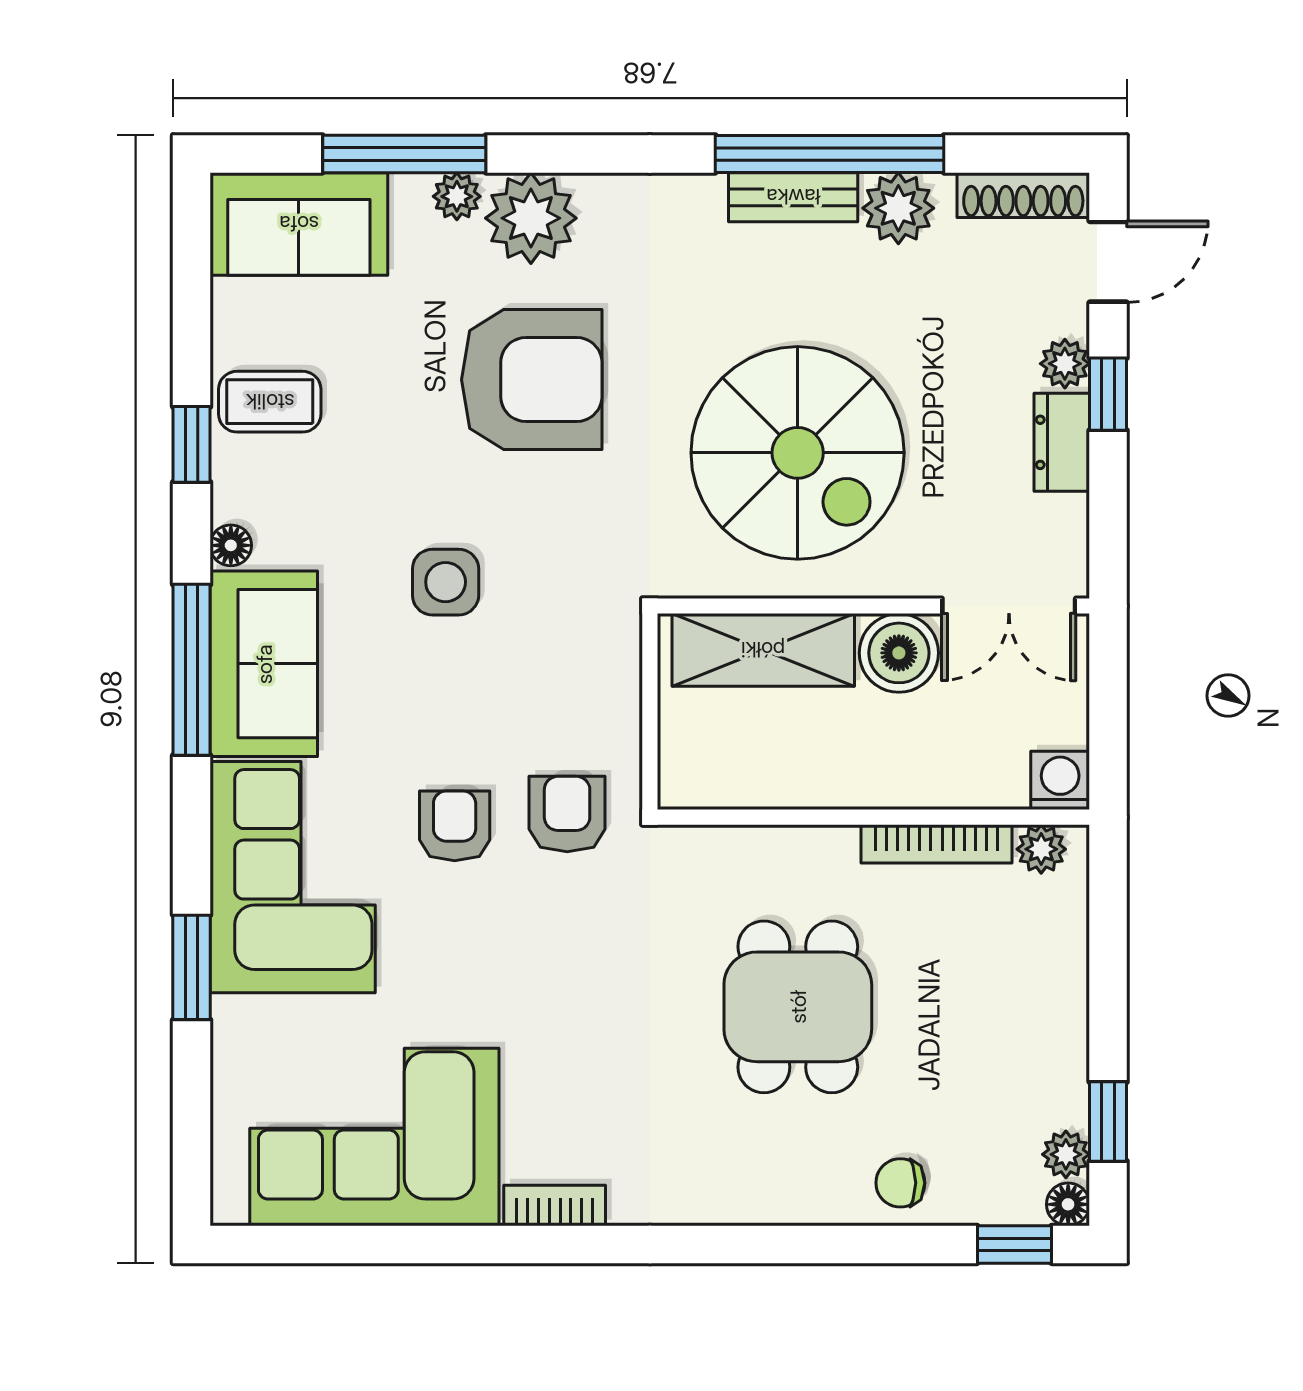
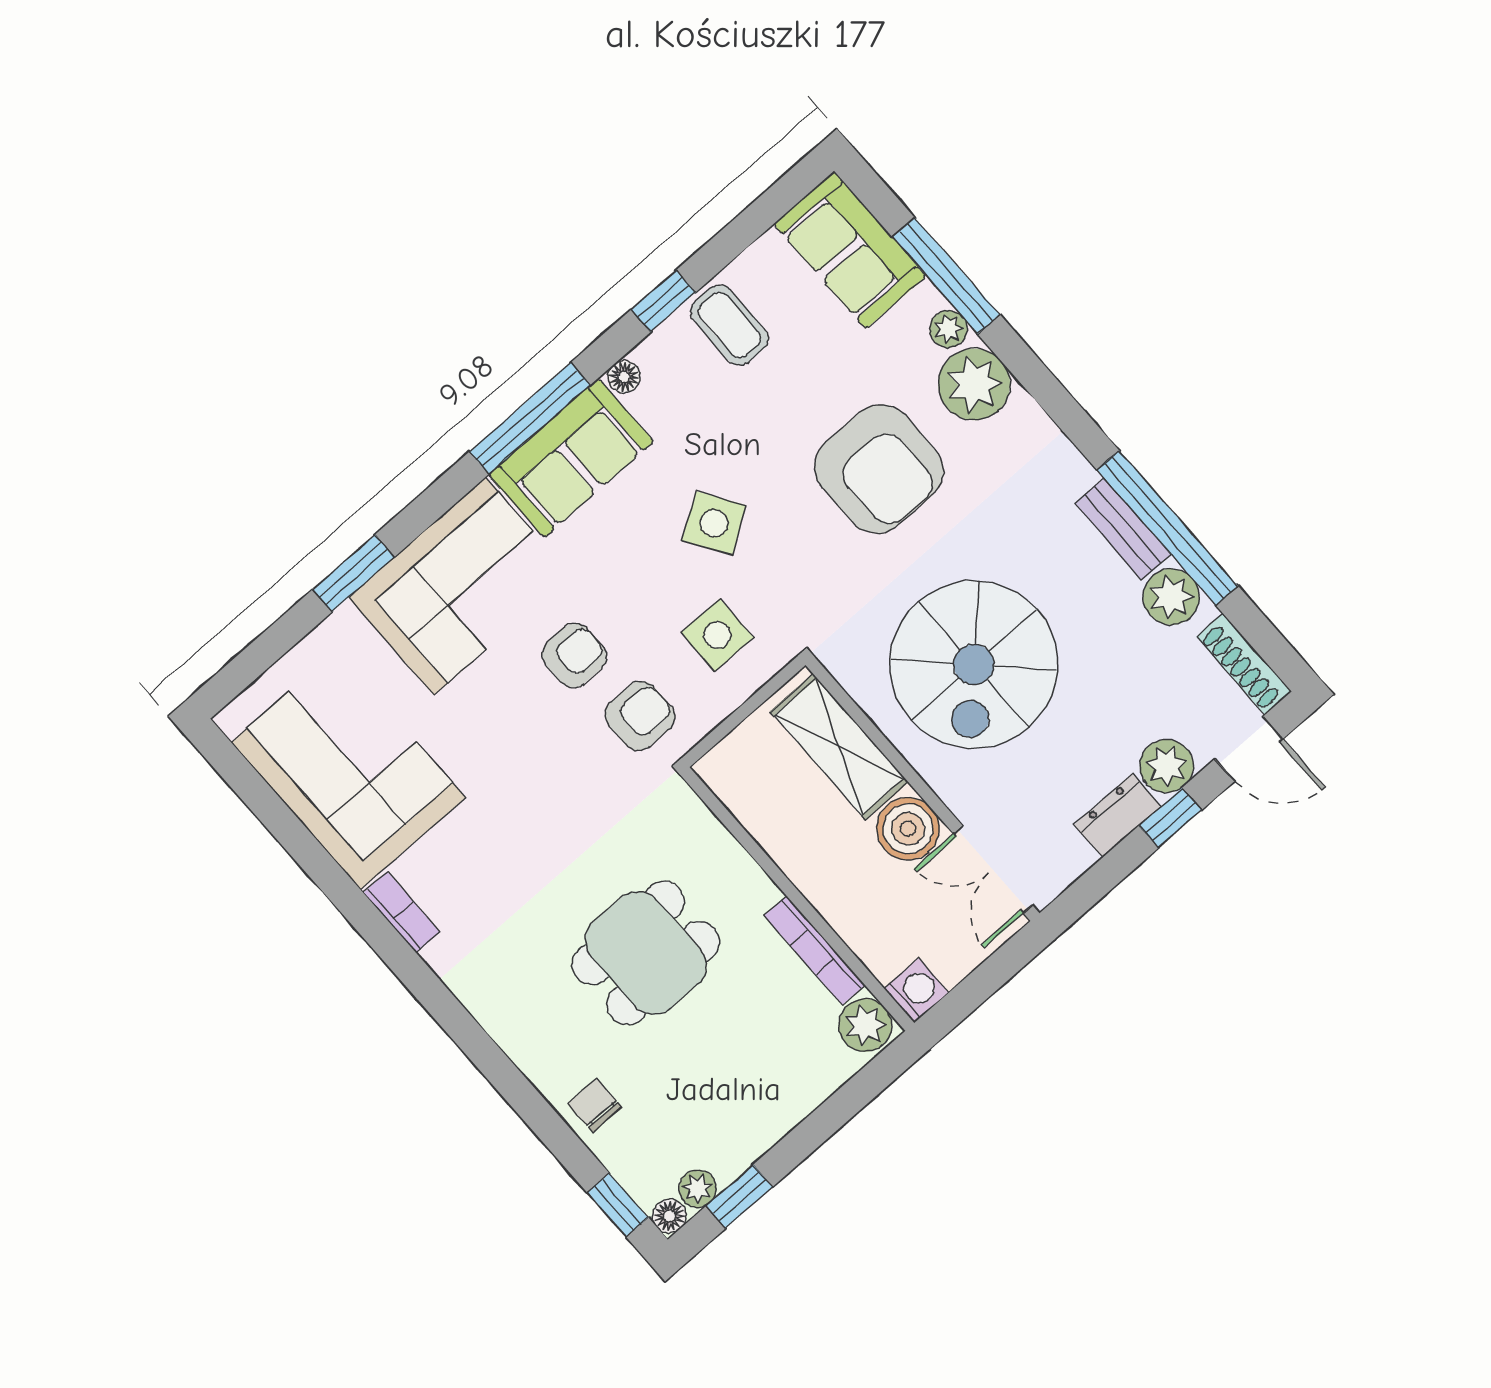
plant: (1065, 364) -> (1166, 766), width x1.38, depth x1.38
side table: (446, 582) -> (714, 523), turned -33
side table: (555, 673) -> (717, 635), added
plant: (1041, 849) -> (865, 1025), width x1.38, depth x1.38

